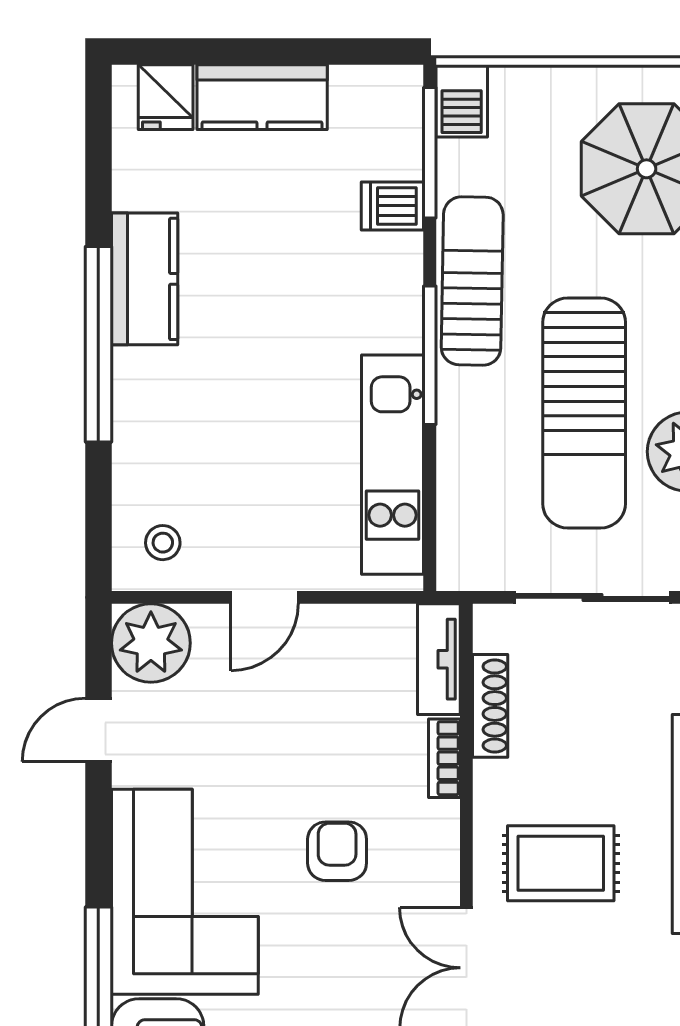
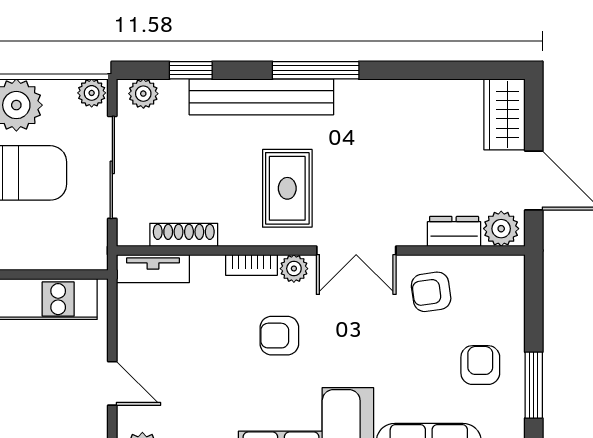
bookcase: (444, 758) -> (251, 265), moved
plant: (439, 873) -> (294, 269), added

